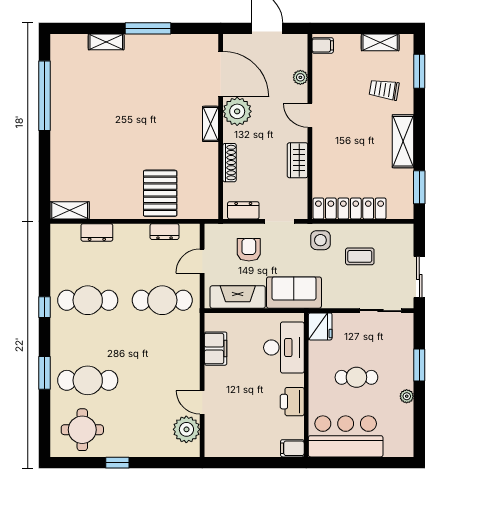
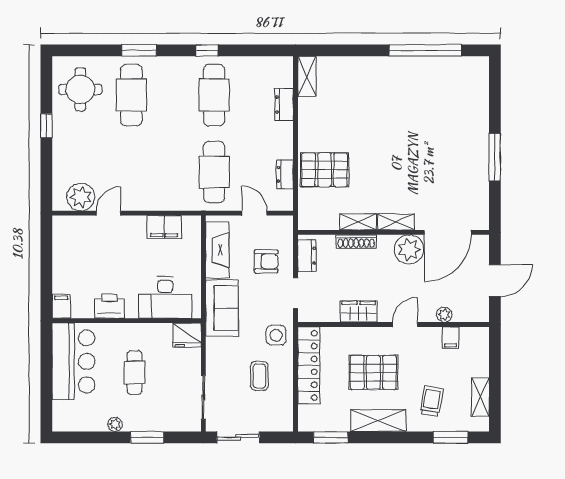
shelving: (106, 42) -> (358, 222), moved, turned 90
filing cabinet: (323, 45) -> (451, 338), moved
pallet: (356, 146) -> (373, 372), added

